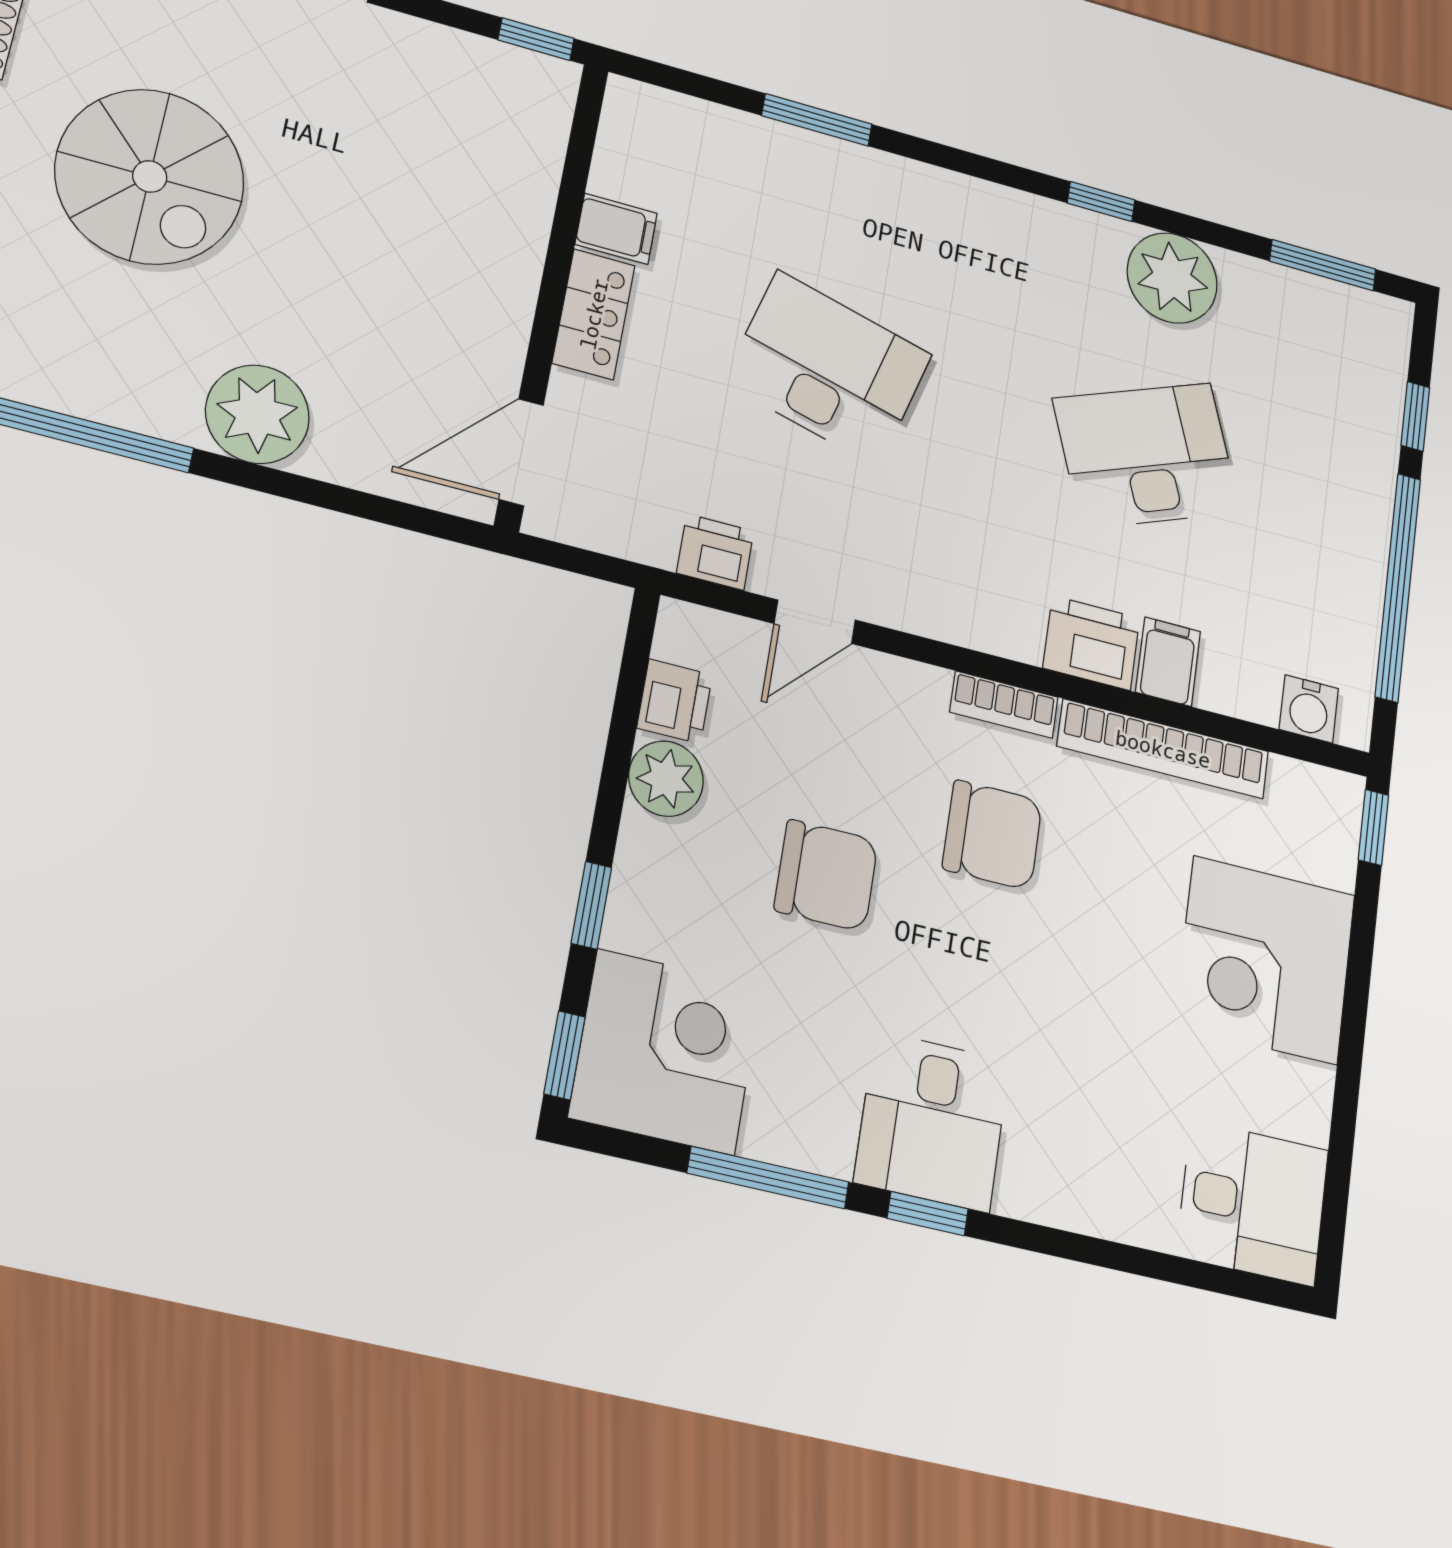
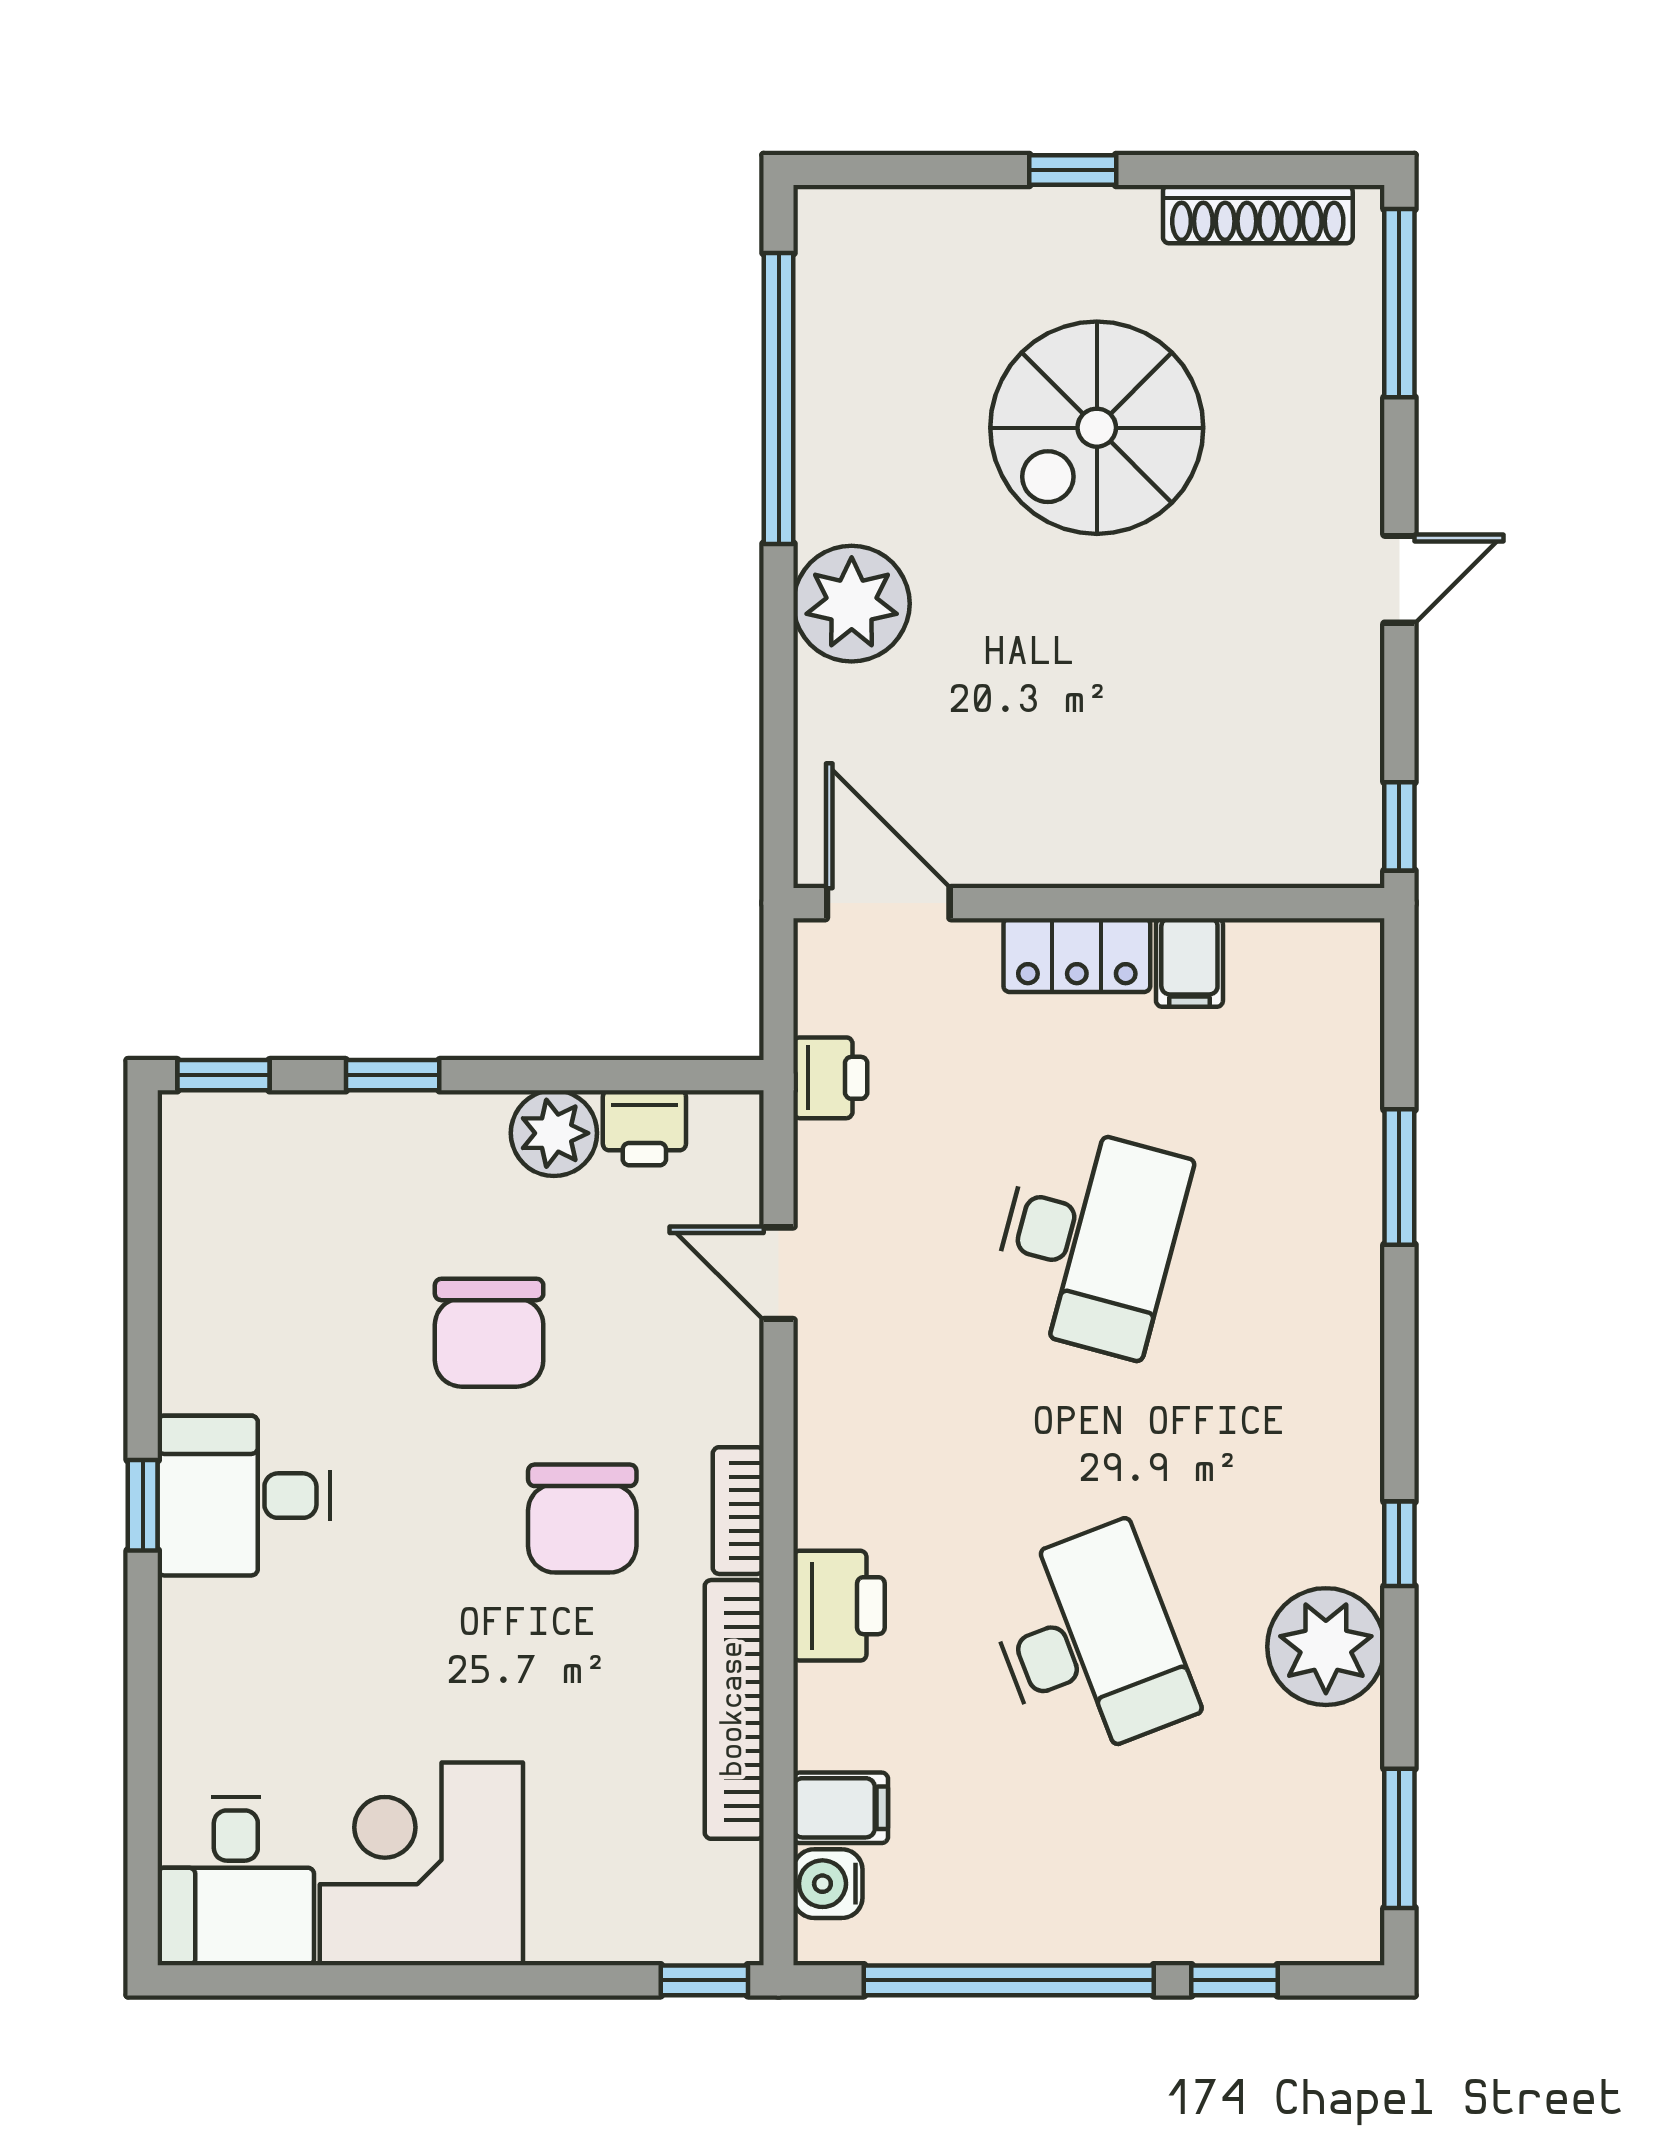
printer: (715, 552) -> (830, 1078), moved
filing cabinet: (1168, 662) -> (841, 1808), moved
corner desk: (1265, 960) -> (421, 1864), moved
corner desk: (666, 1052) -> (252, 1185), removed
window: (768, 1178) -> (143, 1321), removed

